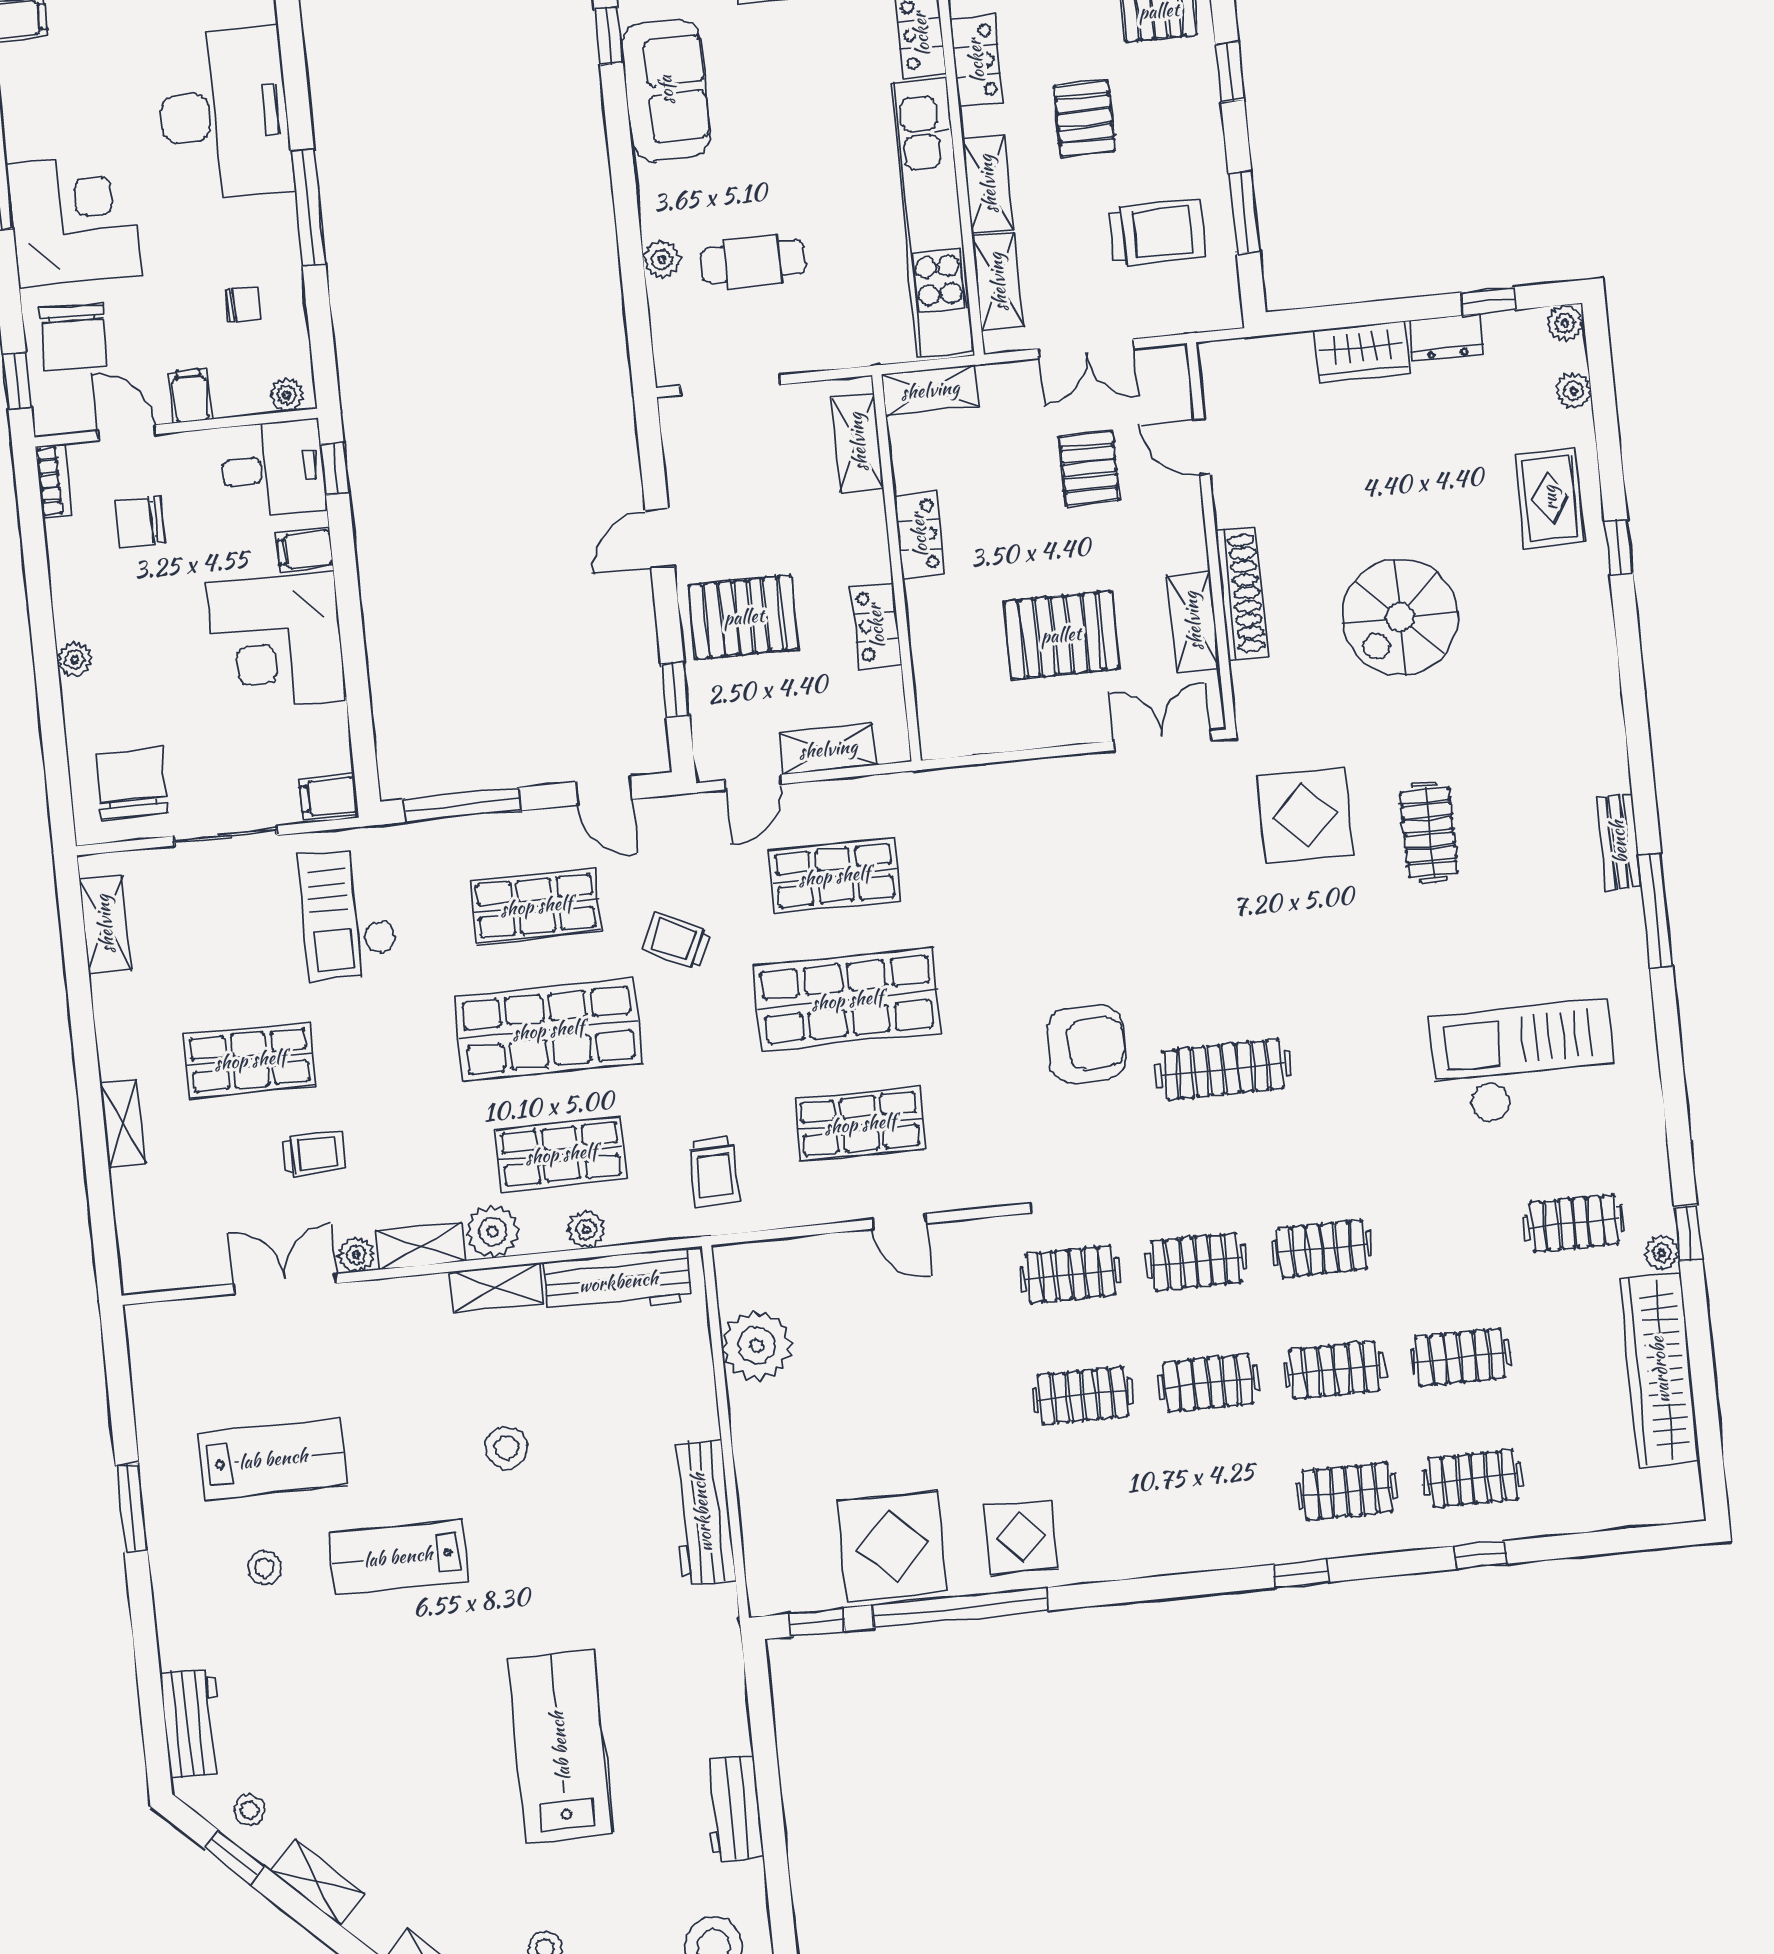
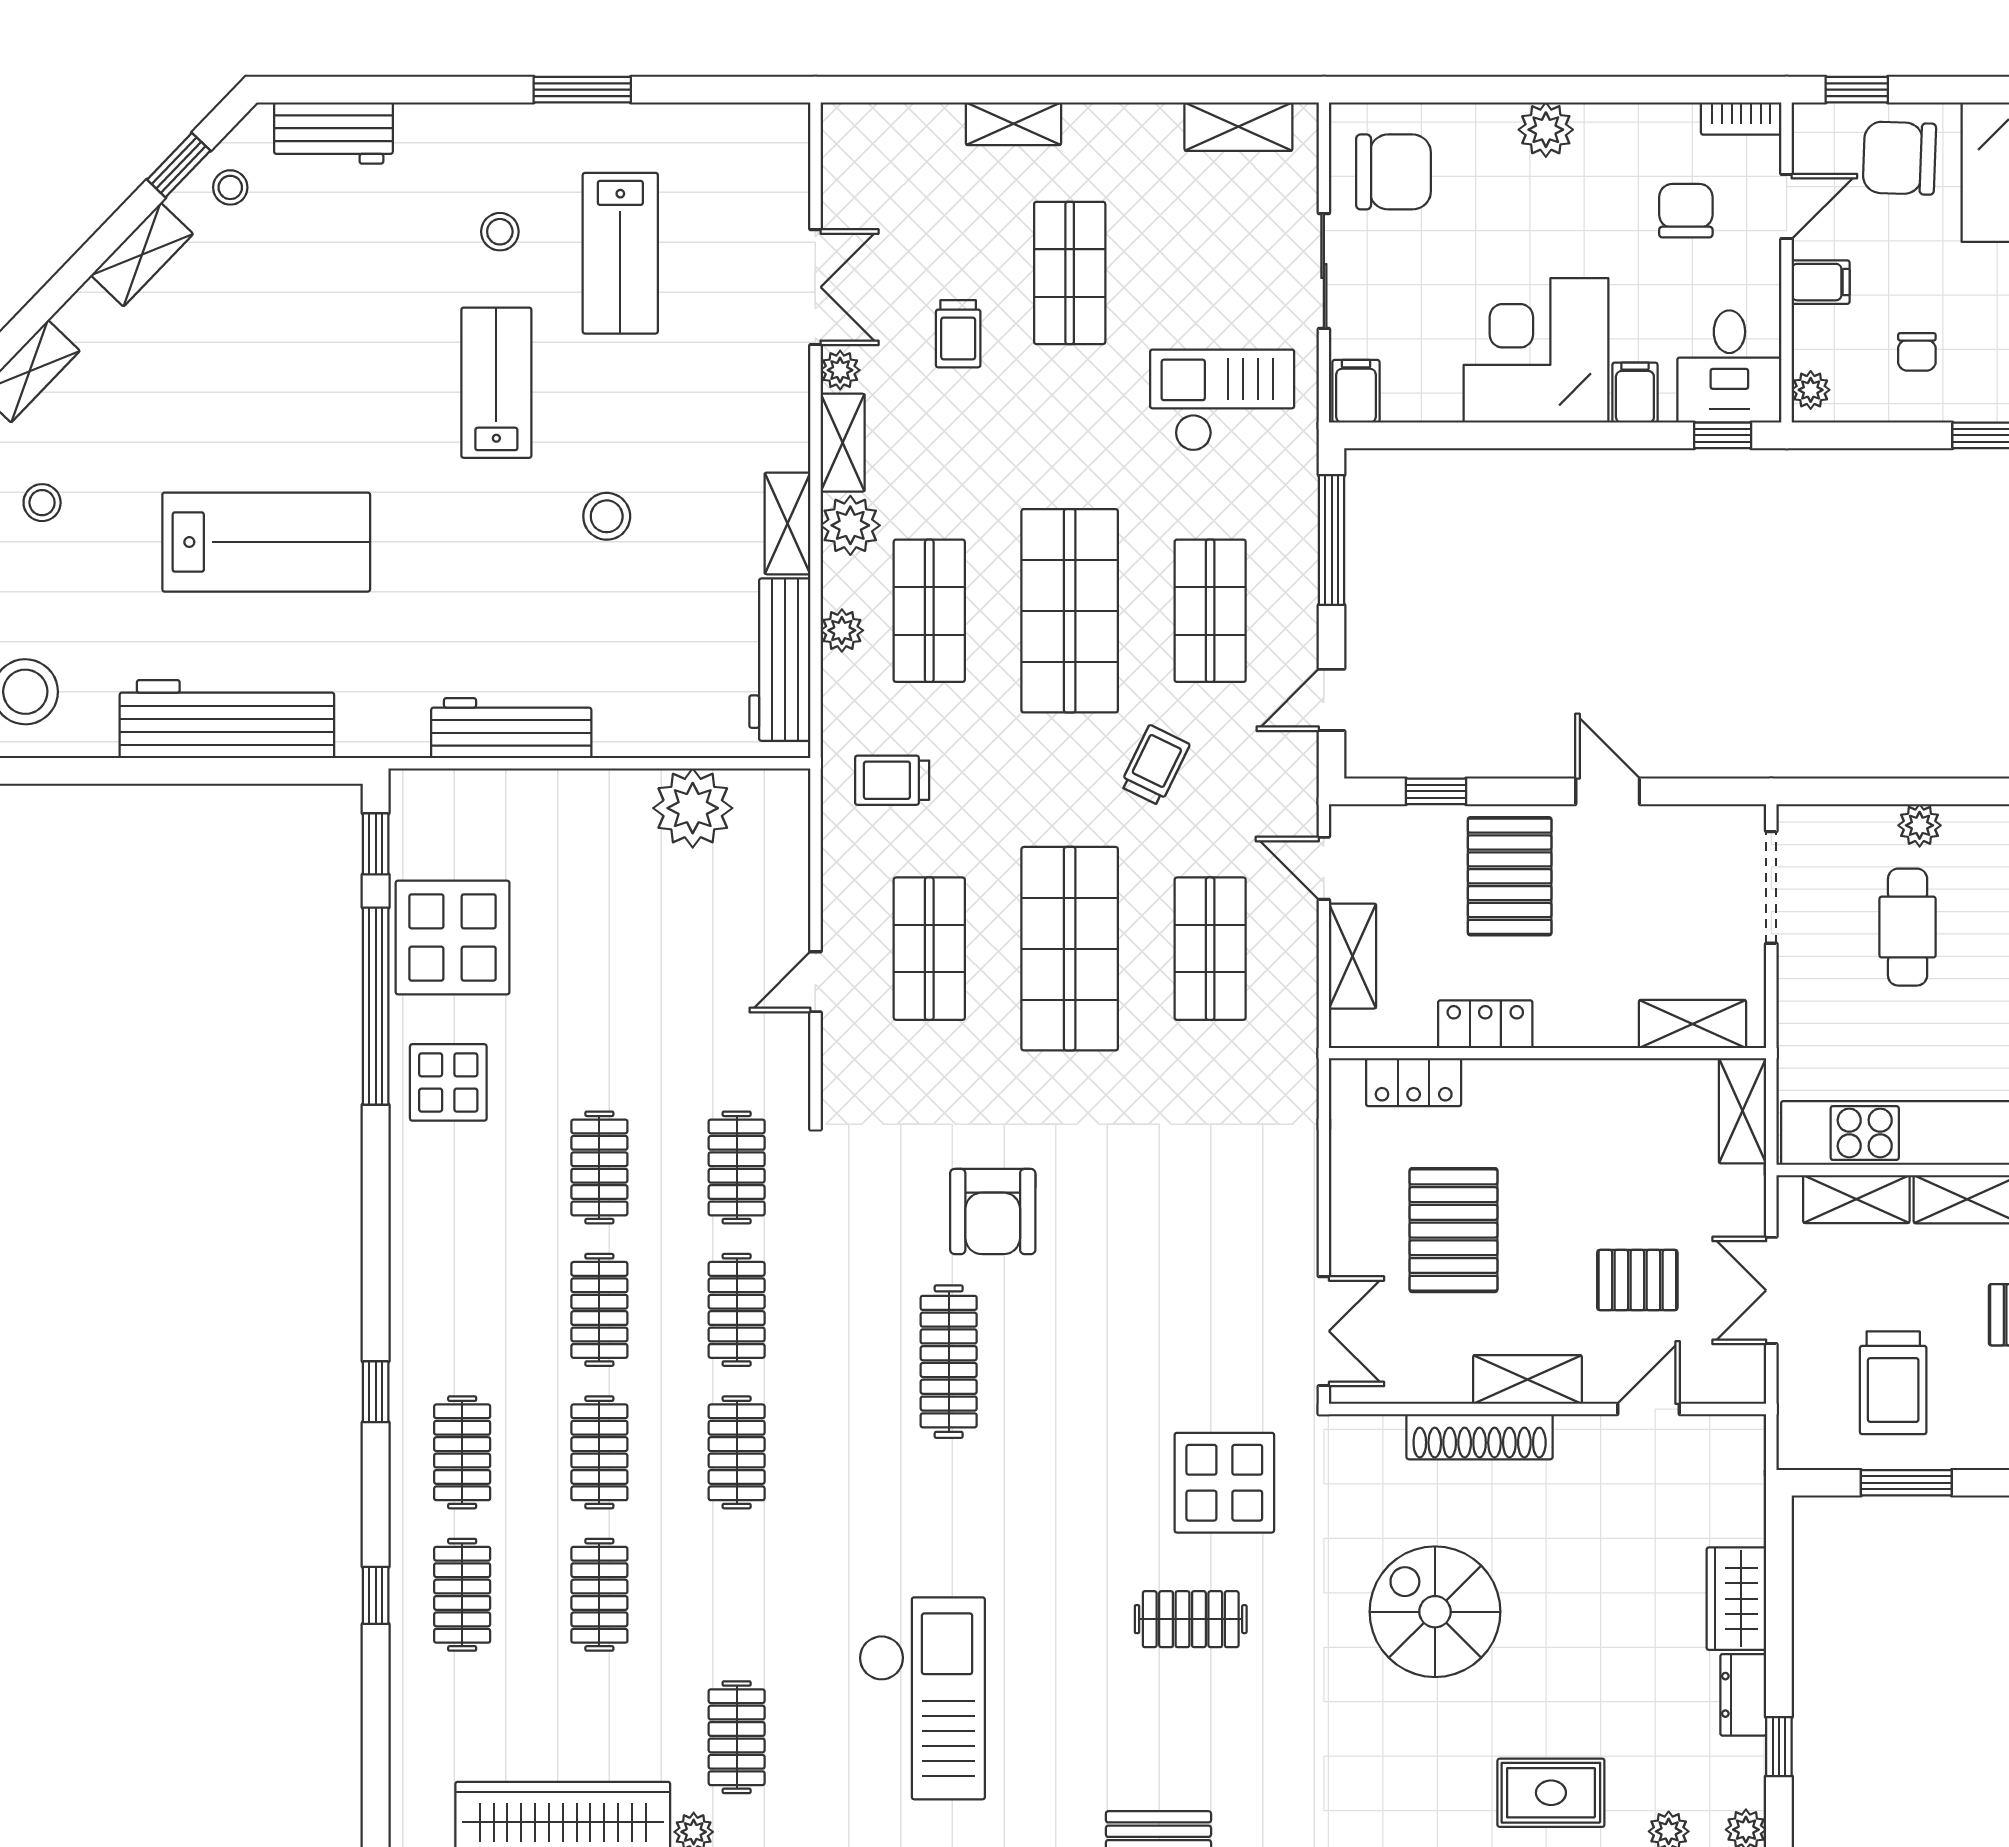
locker: (919, 535) -> (1414, 1082), moved
shelving: (1193, 621) -> (1527, 1379), moved
plant: (75, 660) -> (1546, 130), width x1.38, depth x1.38
workbench: (733, 1809) -> (227, 719), width x1.88, depth x1.32

